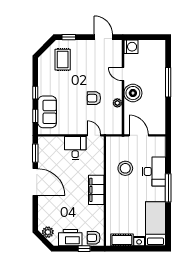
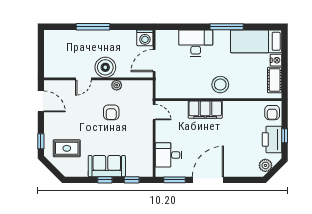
door: (103, 37) -> (41, 101), swing flipped
washing machine: (131, 47) -> (145, 38), moved, turned 180
sofa: (47, 112) -> (107, 166), moved
door: (94, 135) -> (154, 112), swing flipped
desk: (75, 148) -> (169, 155), moved
stool: (125, 168) -> (220, 85), moved
window: (168, 188) -> (227, 27), moved
filing cabinet: (96, 190) -> (205, 110), moved
window: (84, 249) -> (285, 136), moved

